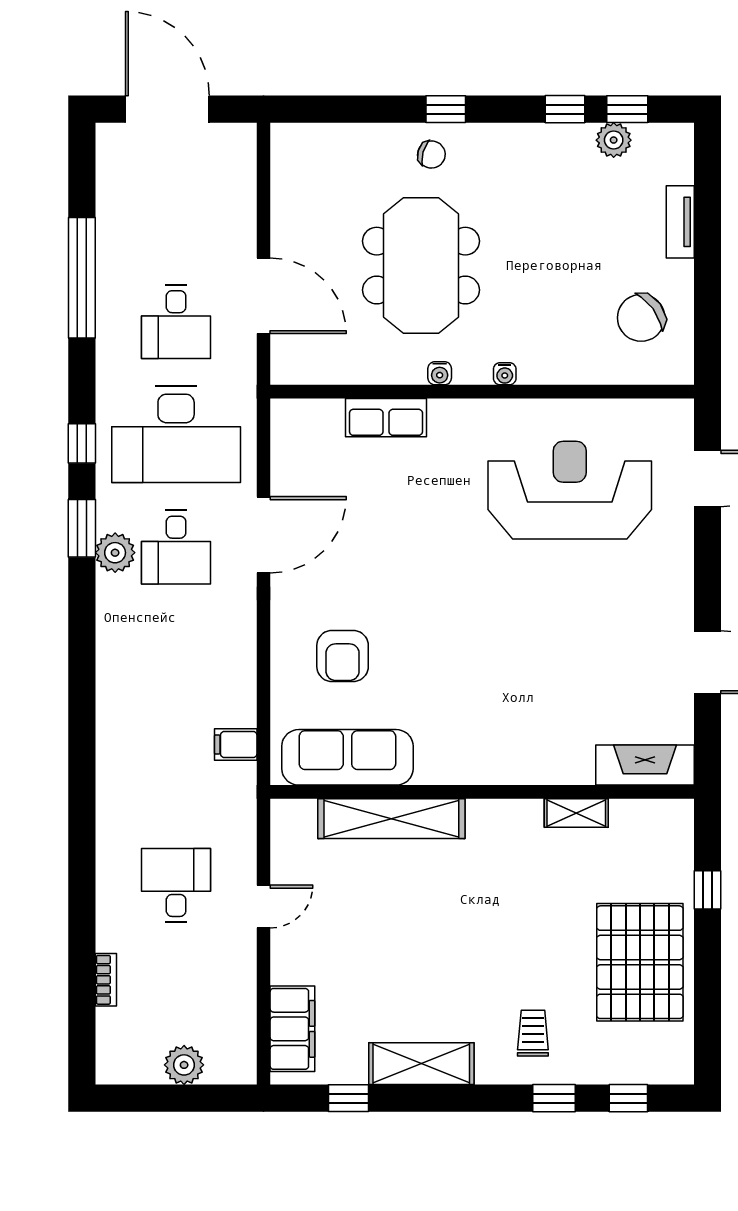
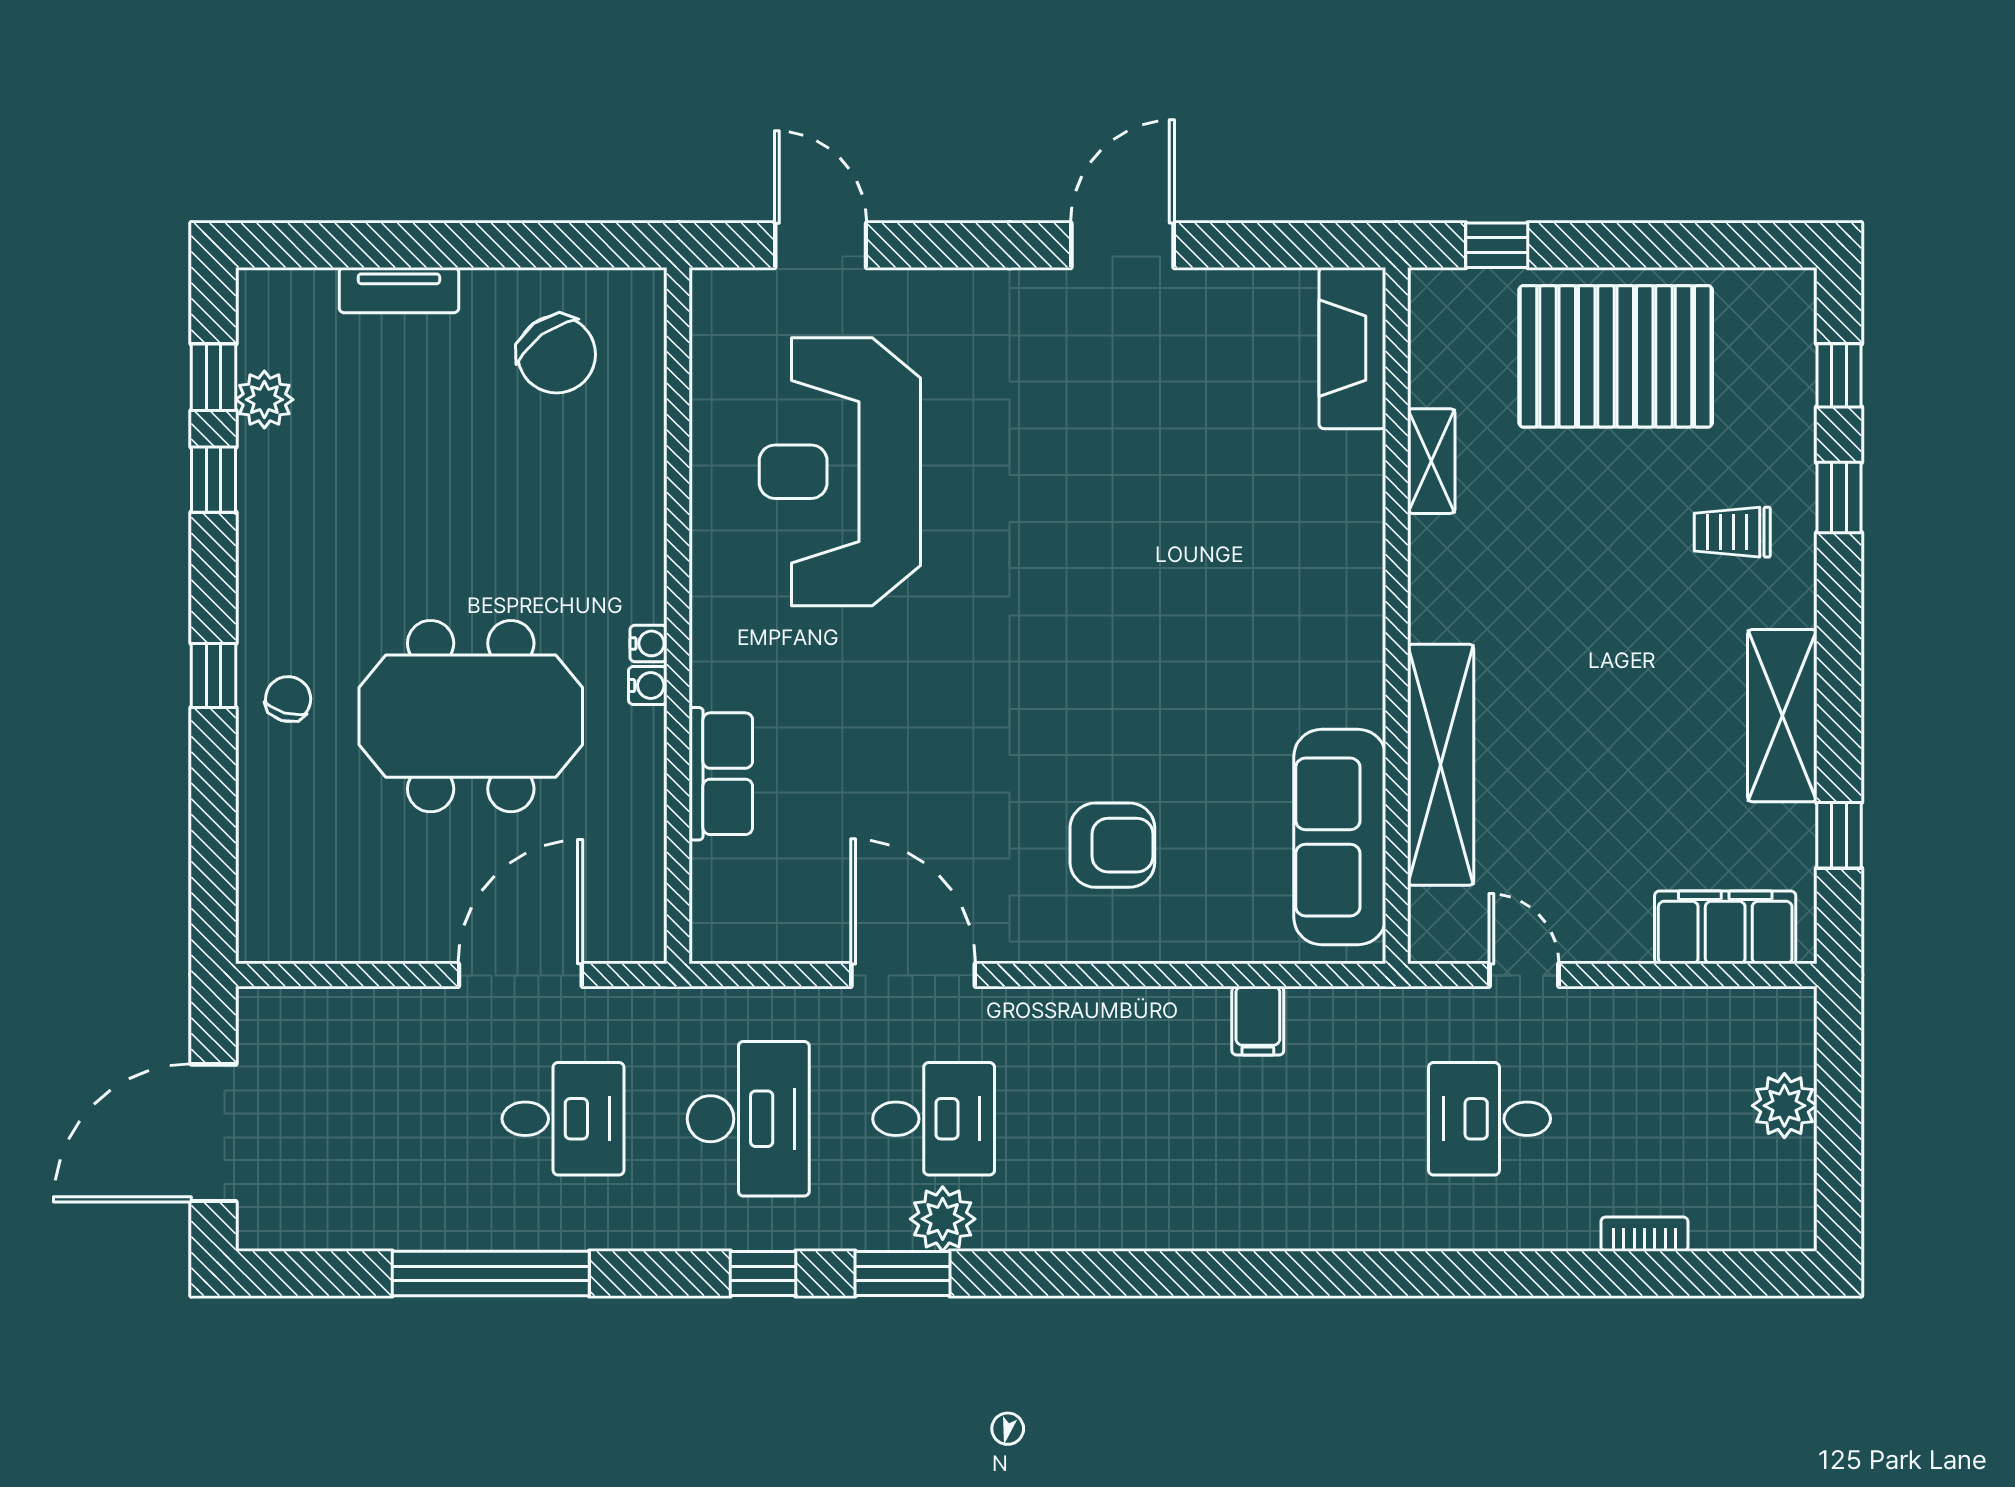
water cooler: (505, 374) -> (648, 643), moved
desk: (176, 434) -> (748, 1119), width x0.73, depth x0.77
sofa: (347, 757) -> (1340, 837), moved
fireplace: (645, 765) -> (1352, 348), moved
wall: (482, 792) -> (1397, 616), moved
shelving: (576, 813) -> (1431, 461), moved
shelving: (391, 819) -> (1441, 765), moved

